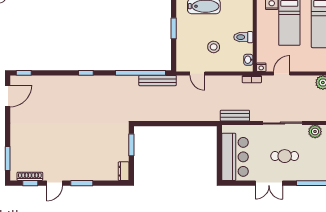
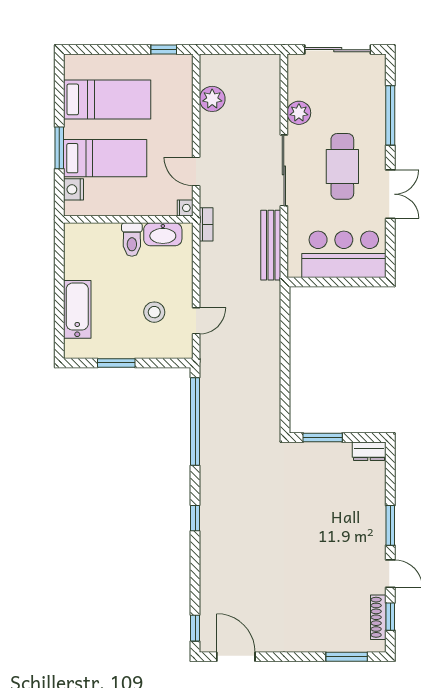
stool: (214, 47) -> (154, 312), moved
washbasin: (248, 60) -> (163, 234), width x1.91, depth x1.45
bench: (158, 81) -> (209, 391), removed
bench: (235, 116) -> (271, 245), width x1.36
cafe table: (285, 156) -> (342, 166), width x1.37, depth x1.35

